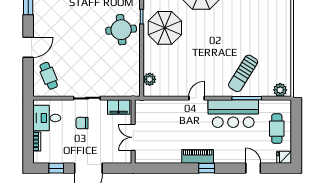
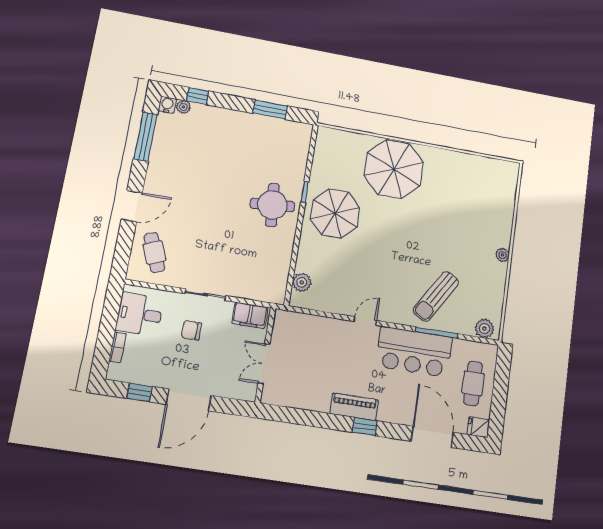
plant: (287, 36) -> (502, 255), added
door: (253, 168) -> (432, 437), width x1.88

